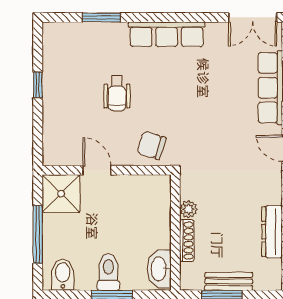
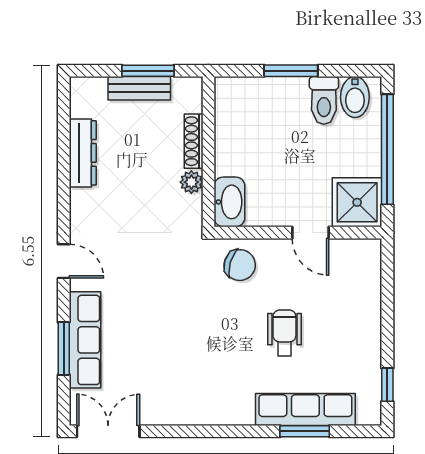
row of seats: (167, 34) -> (305, 409), moved
window: (38, 85) -> (387, 385), moved
window: (38, 234) -> (387, 149), width x1.46
washbasin: (159, 269) -> (229, 202), moved
toilet: (108, 272) -> (324, 100), moved

